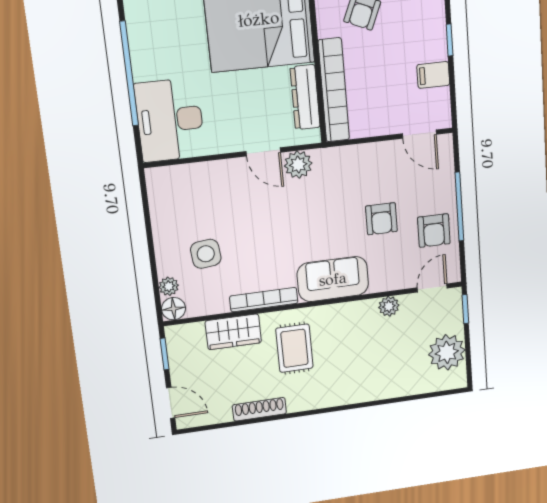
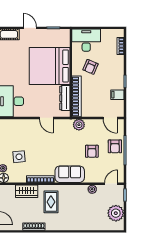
plant: (298, 165) -> (79, 125), moved
armchair: (434, 231) -> (115, 146), moved

